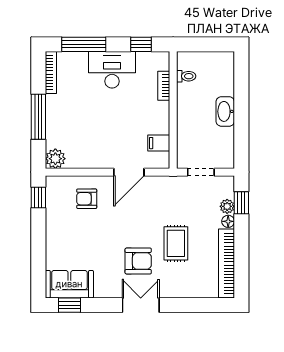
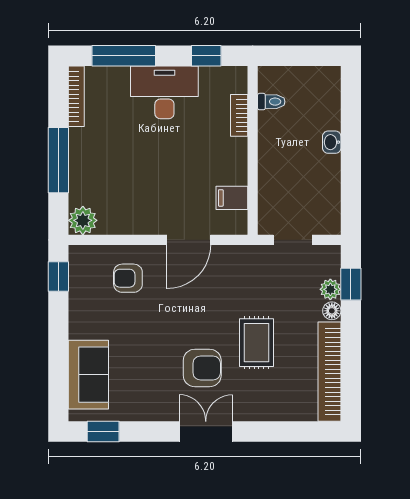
washbasin: (225, 111) -> (332, 142), width x0.52, depth x0.69
sofa: (69, 284) -> (88, 375), moved, turned 90

